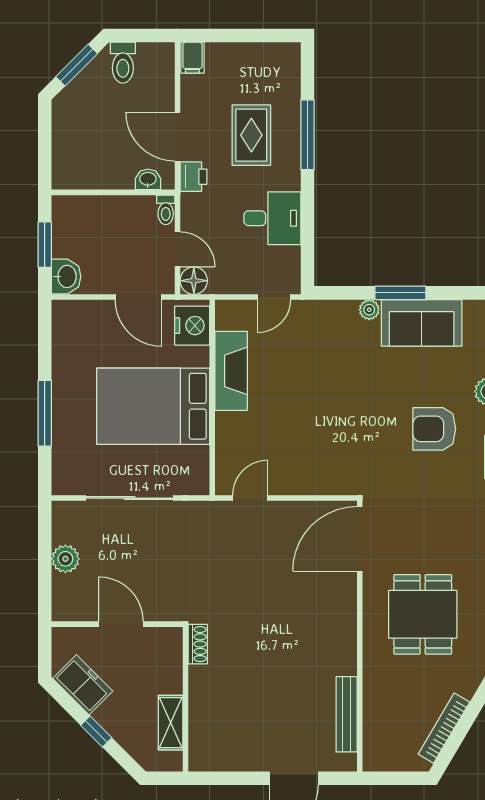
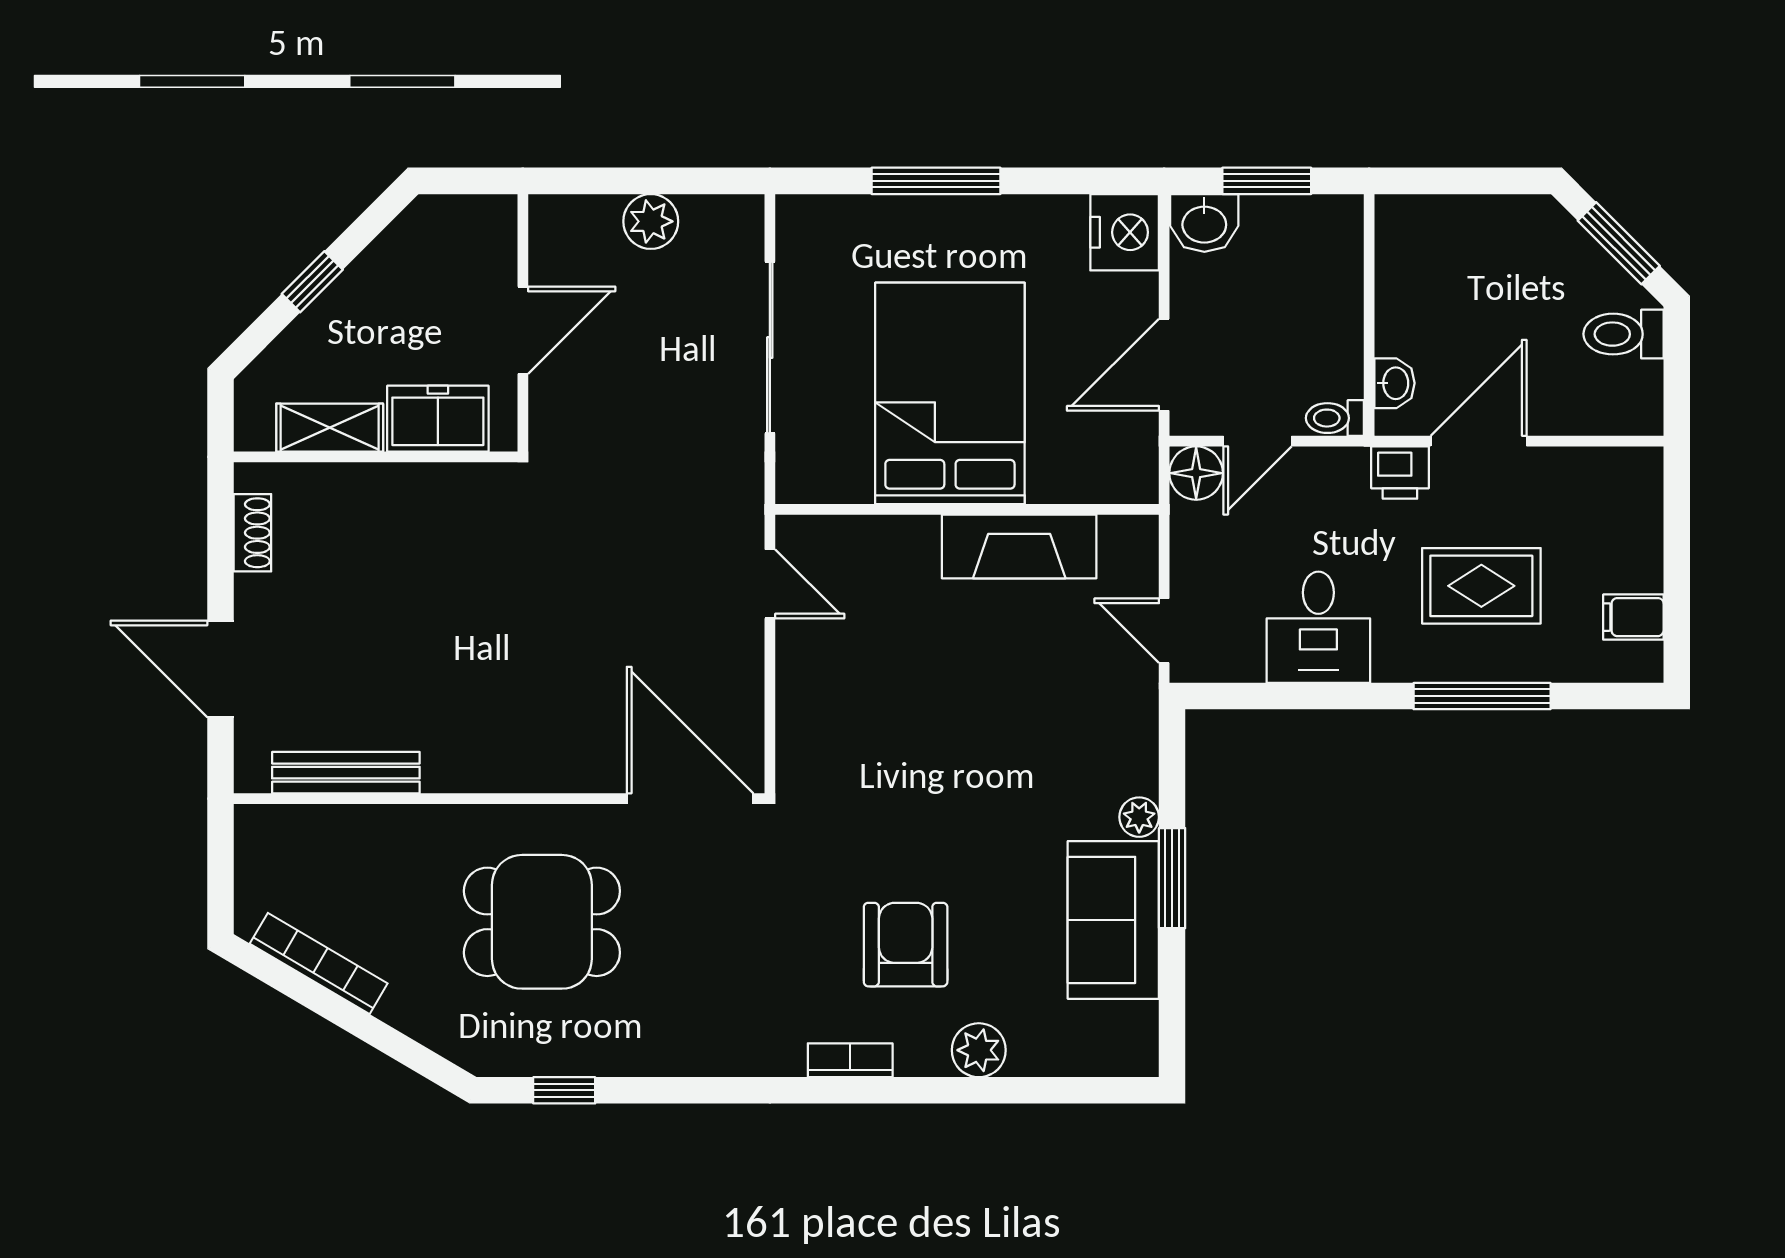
filing cabinet: (192, 58) -> (1633, 617), moved
nightstand: (192, 326) -> (1125, 232), moved, turned -90
shoe rack: (198, 644) -> (252, 533), moved, turned -90
freezer: (83, 685) -> (438, 419), moved, turned -135

